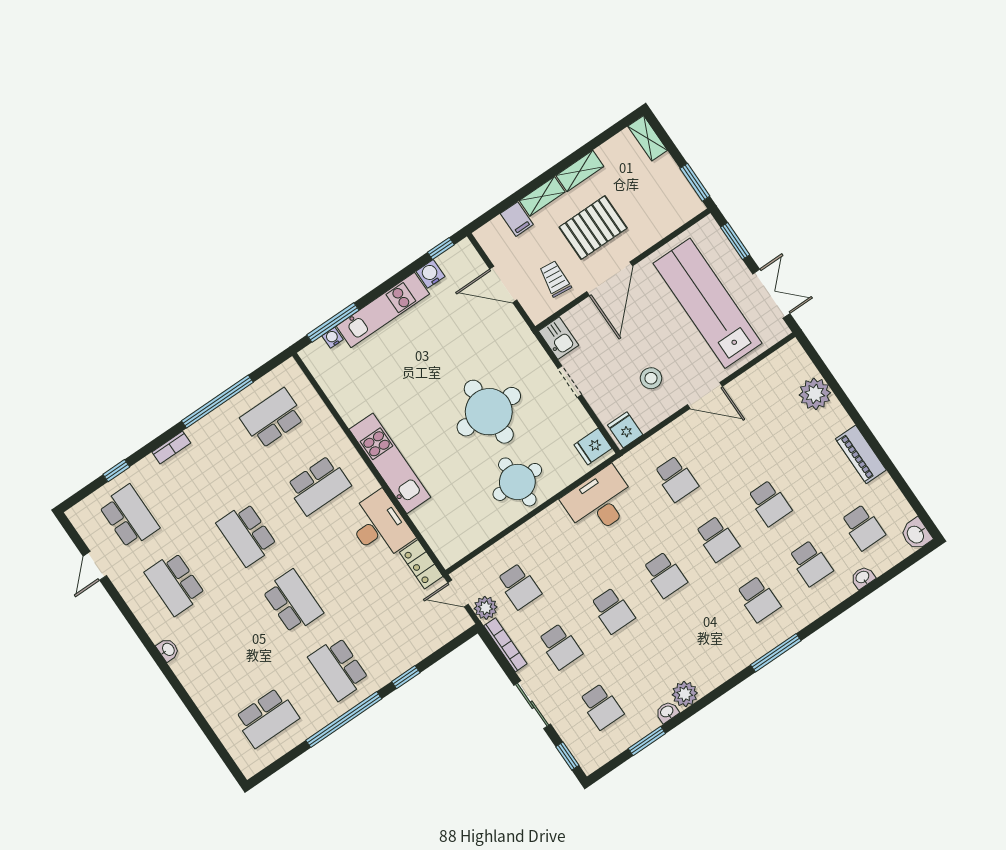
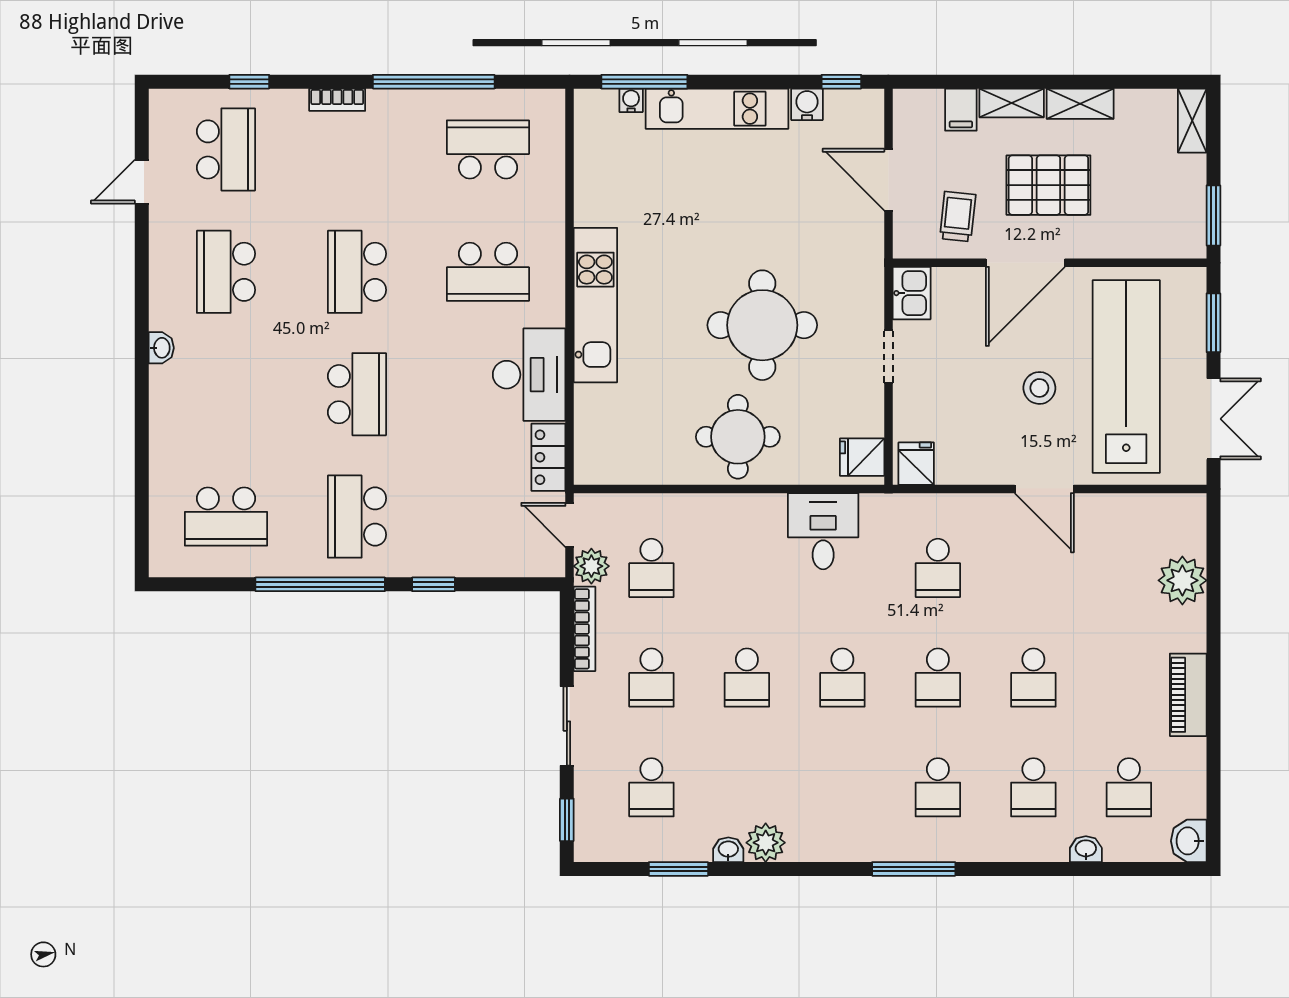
stool: (651, 378) -> (1039, 388), moved
desk: (599, 502) -> (823, 531), width x0.73

